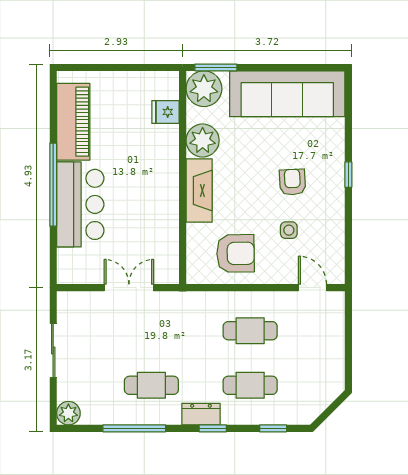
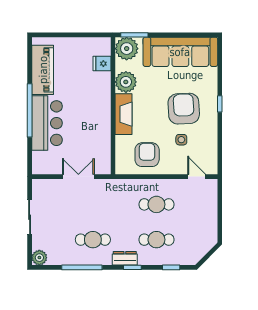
armchair: (292, 182) -> (184, 109), width x1.88, depth x1.88
armchair: (236, 253) -> (147, 155), turned -89

